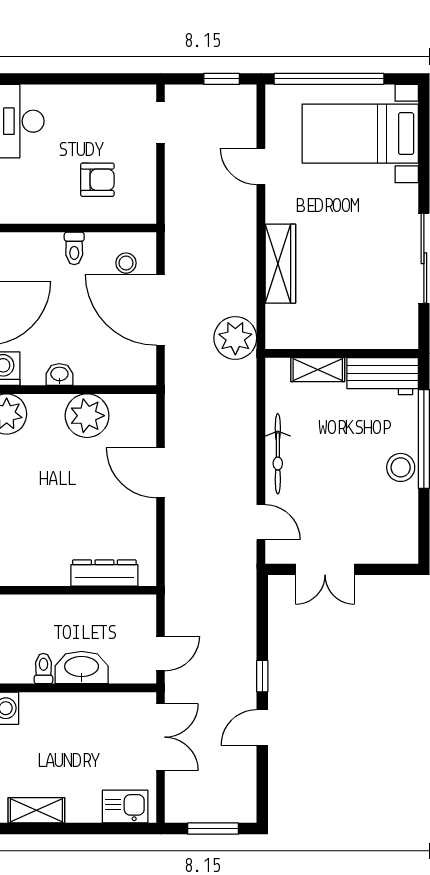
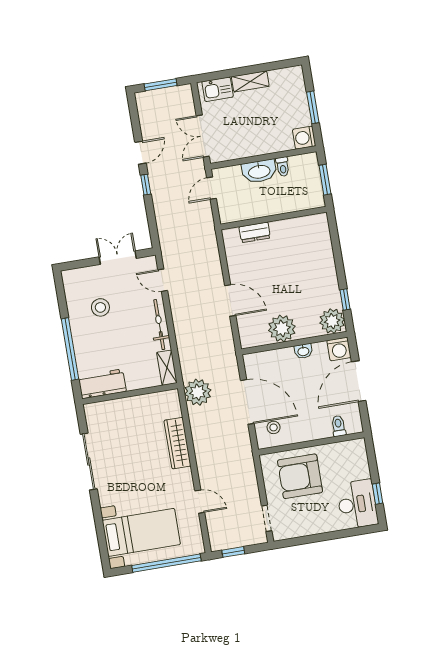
armchair: (97, 180) -> (300, 476), width x1.88, depth x1.88
toilet: (74, 248) -> (338, 426), moved
shelving: (318, 370) -> (167, 368), moved, turned 90
stool: (401, 467) -> (100, 307), moved
dresser: (104, 573) -> (255, 232), width x0.70
shelving: (36, 810) -> (250, 81), moved

